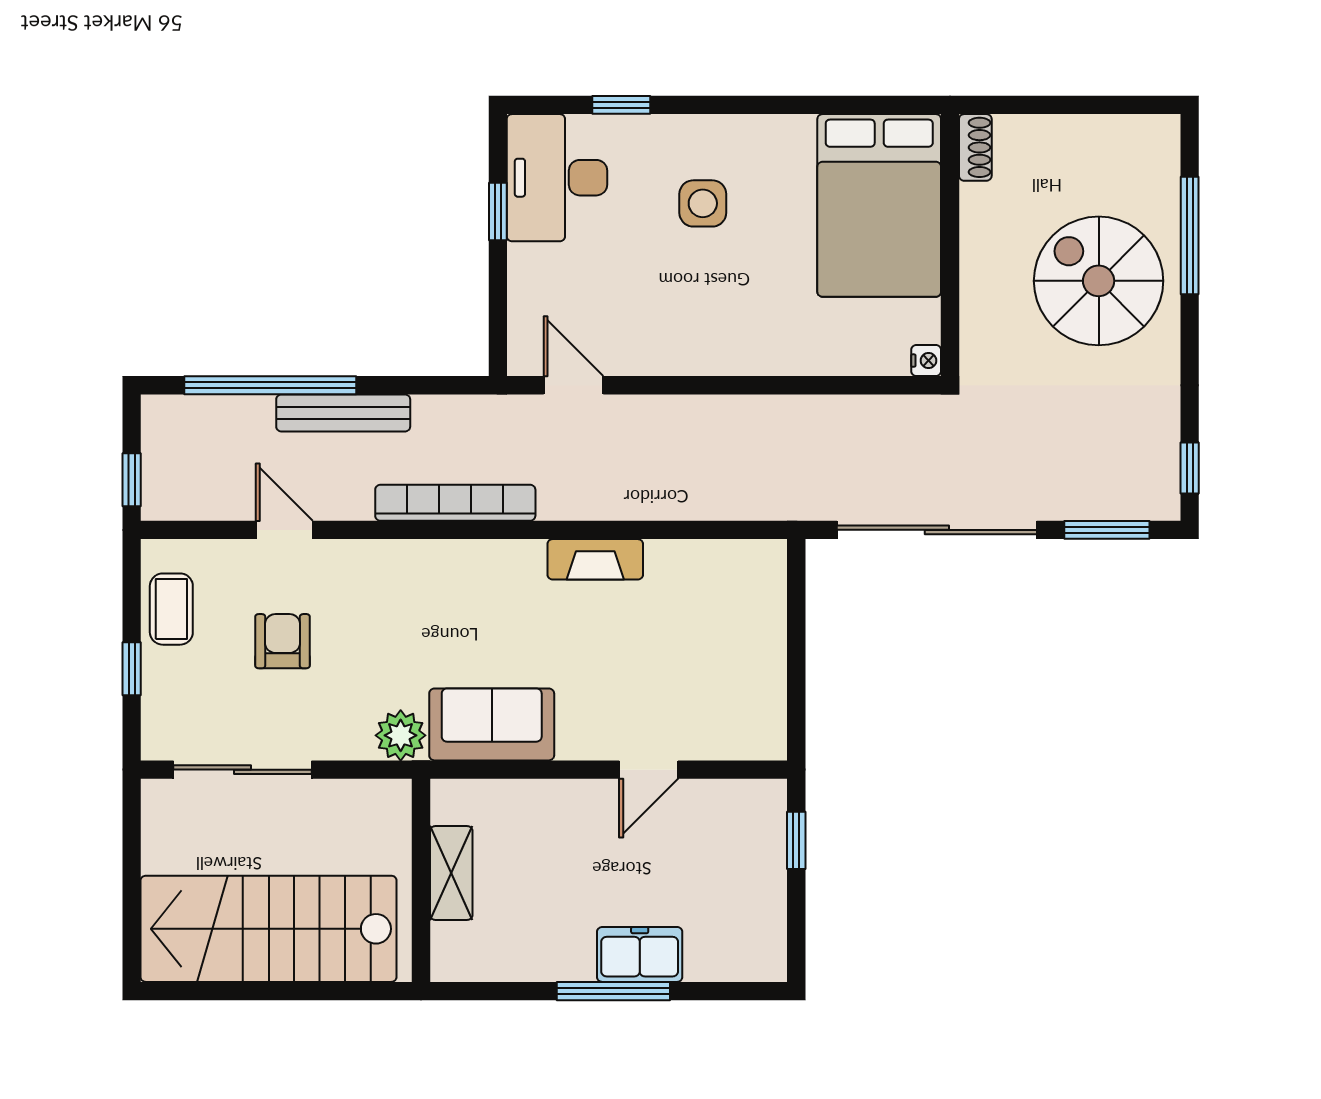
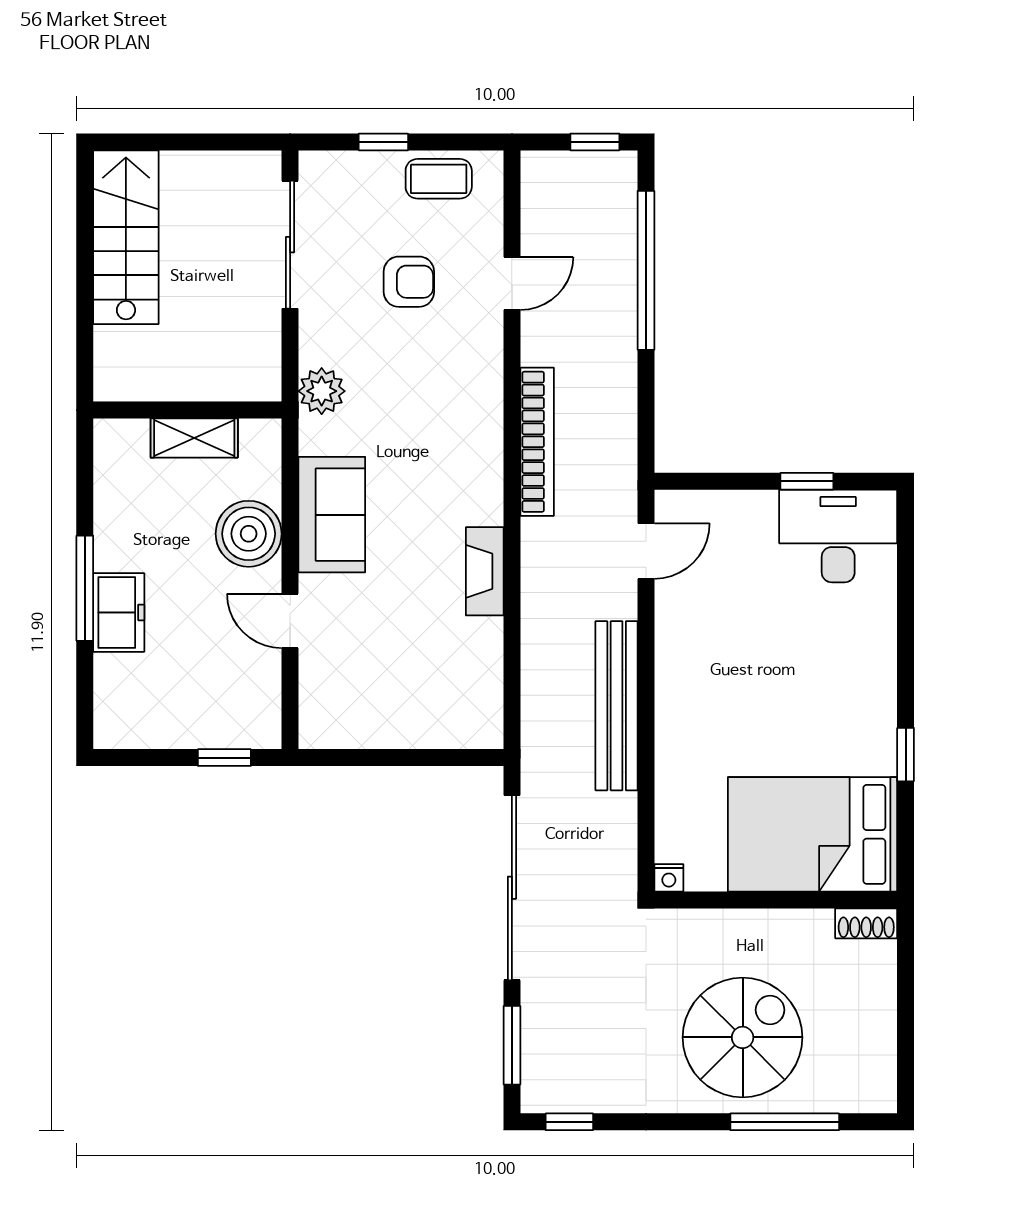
window: (621, 105) -> (906, 755), moved
side table: (703, 203) -> (814, 671), removed
bench: (343, 413) -> (617, 706), moved, width x1.37, depth x1.21
window: (132, 480) -> (595, 142), moved
sofa: (492, 724) -> (332, 515), moved
boiler: (555, 814) -> (249, 534), added
stairs: (269, 929) -> (126, 237), width x0.73, depth x0.66

